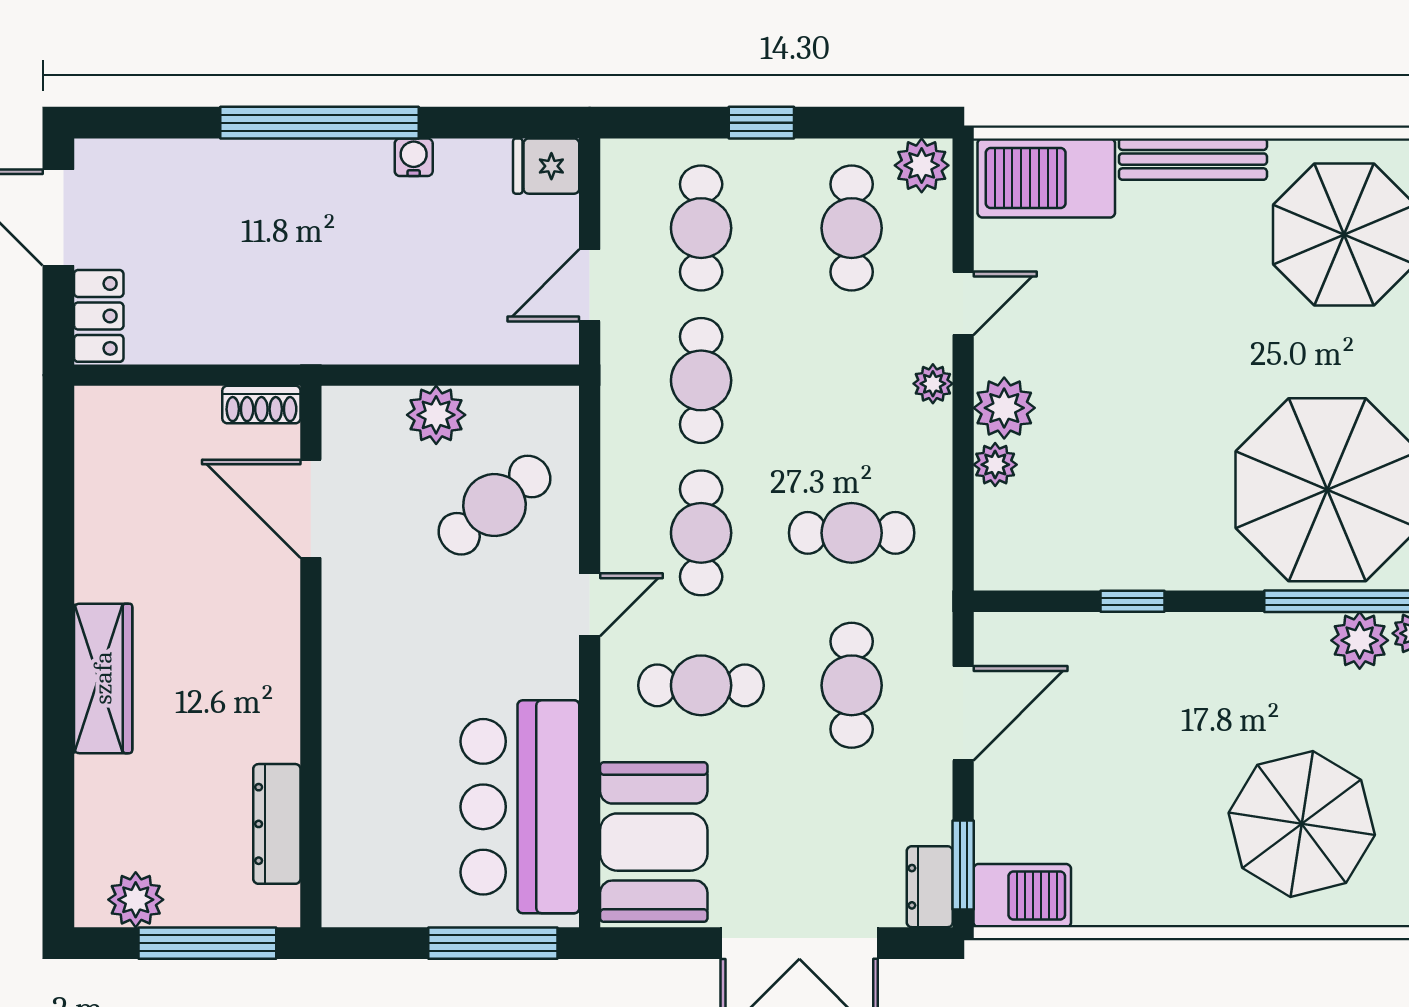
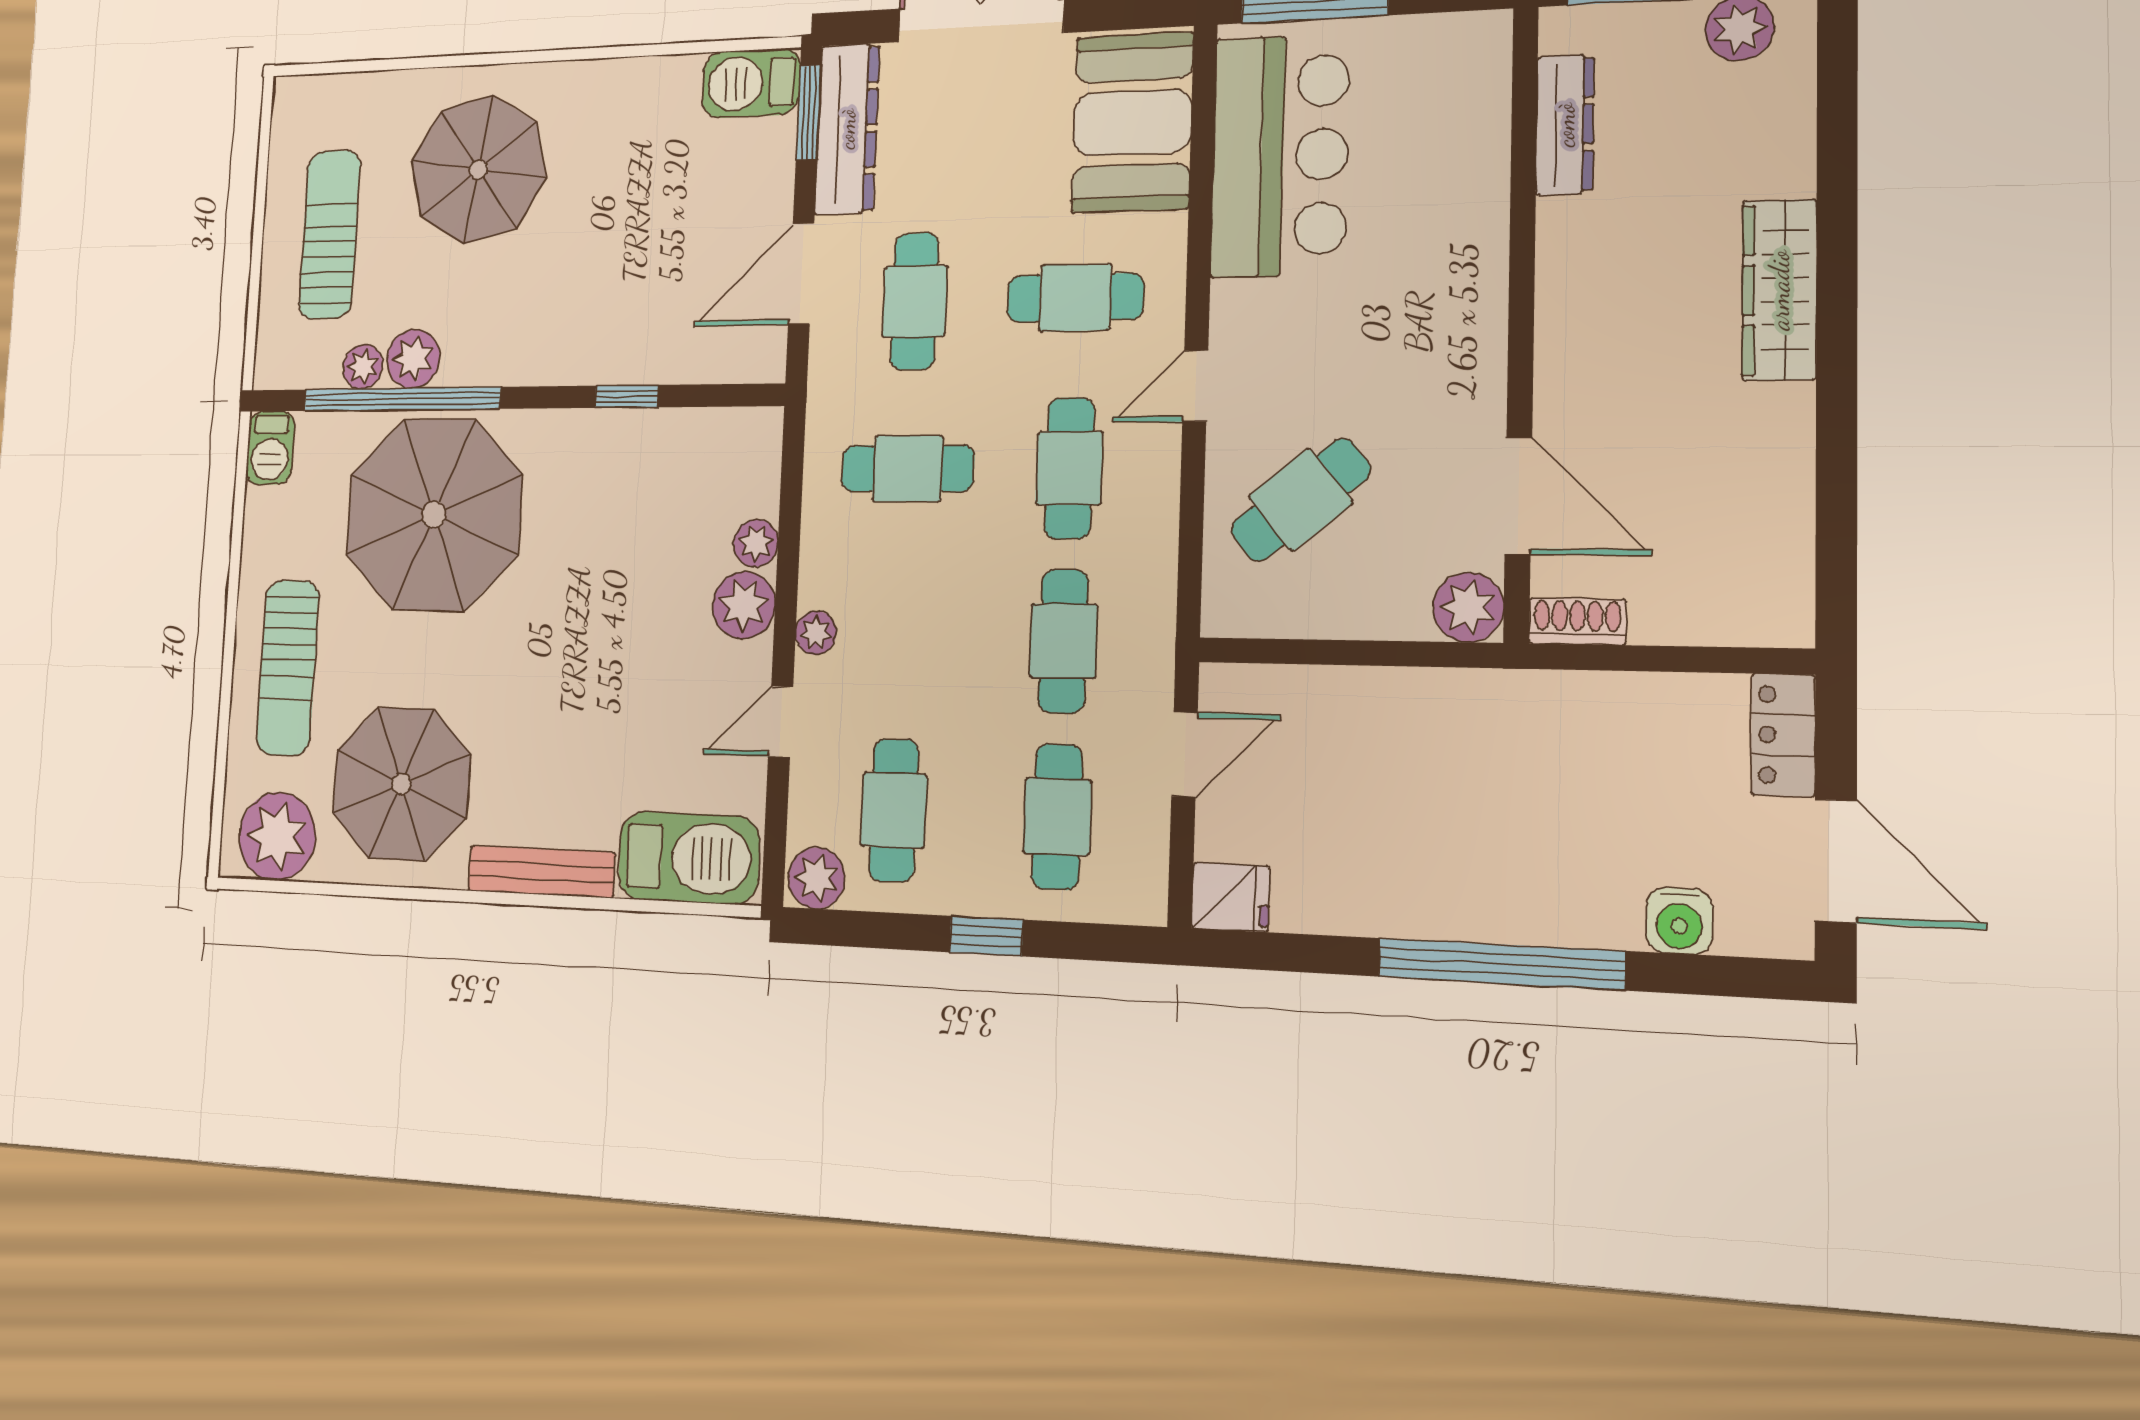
water cooler: (414, 157) -> (1679, 921), moved, width x1.38, depth x1.38
plant: (436, 415) -> (1468, 607), moved
dresser: (930, 887) -> (847, 129), width x1.96, depth x1.24

